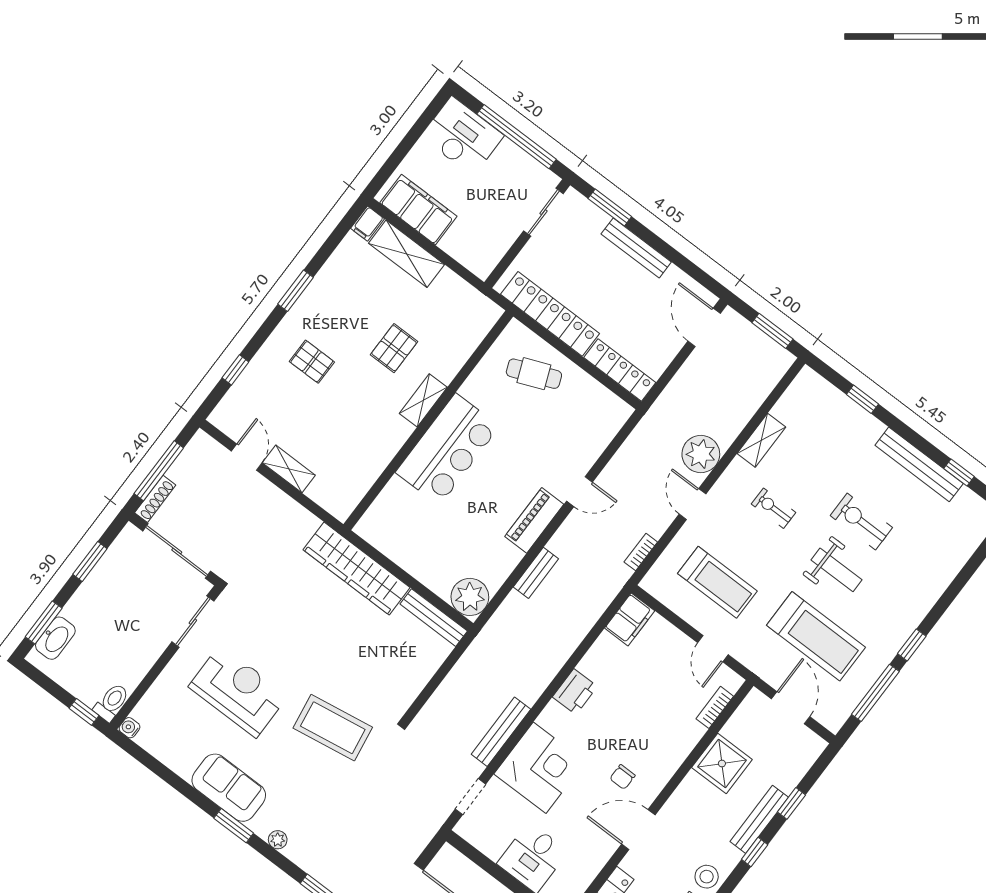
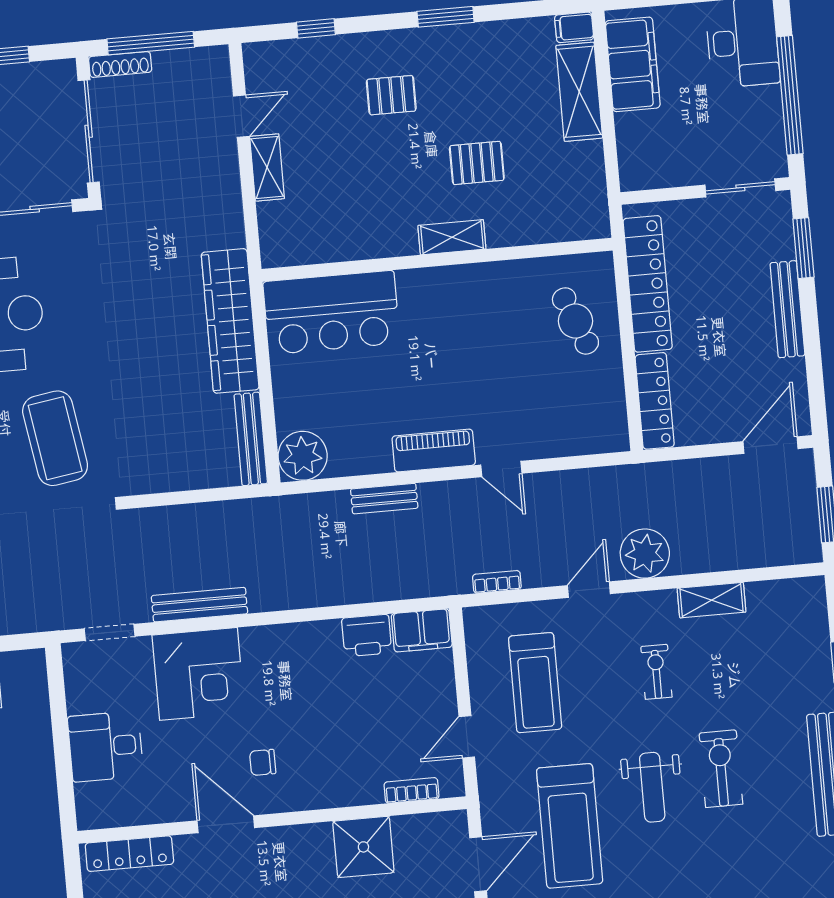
pallet: (312, 362) -> (391, 95), turned 90
bar counter: (448, 449) -> (331, 312), moved
printer: (575, 692) -> (367, 635), moved

